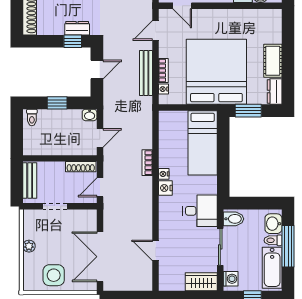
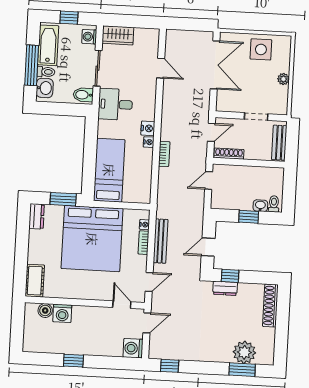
cot: (273, 61) -> (35, 281), moved
washbasin: (90, 115) -> (260, 206), moved

